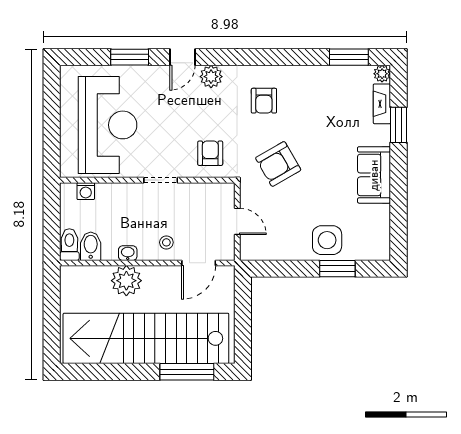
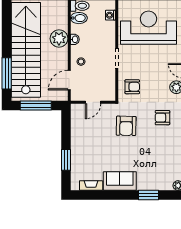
fireplace: (382, 104) -> (91, 185), moved
reception desk: (108, 125) -> (149, 28), turned 180
armchair: (278, 164) -> (126, 126), turned -149
side table: (327, 240) -> (82, 154), removed
door: (199, 263) -> (69, 80), hinge flipped
window: (243, 321) -> (36, 106), added

